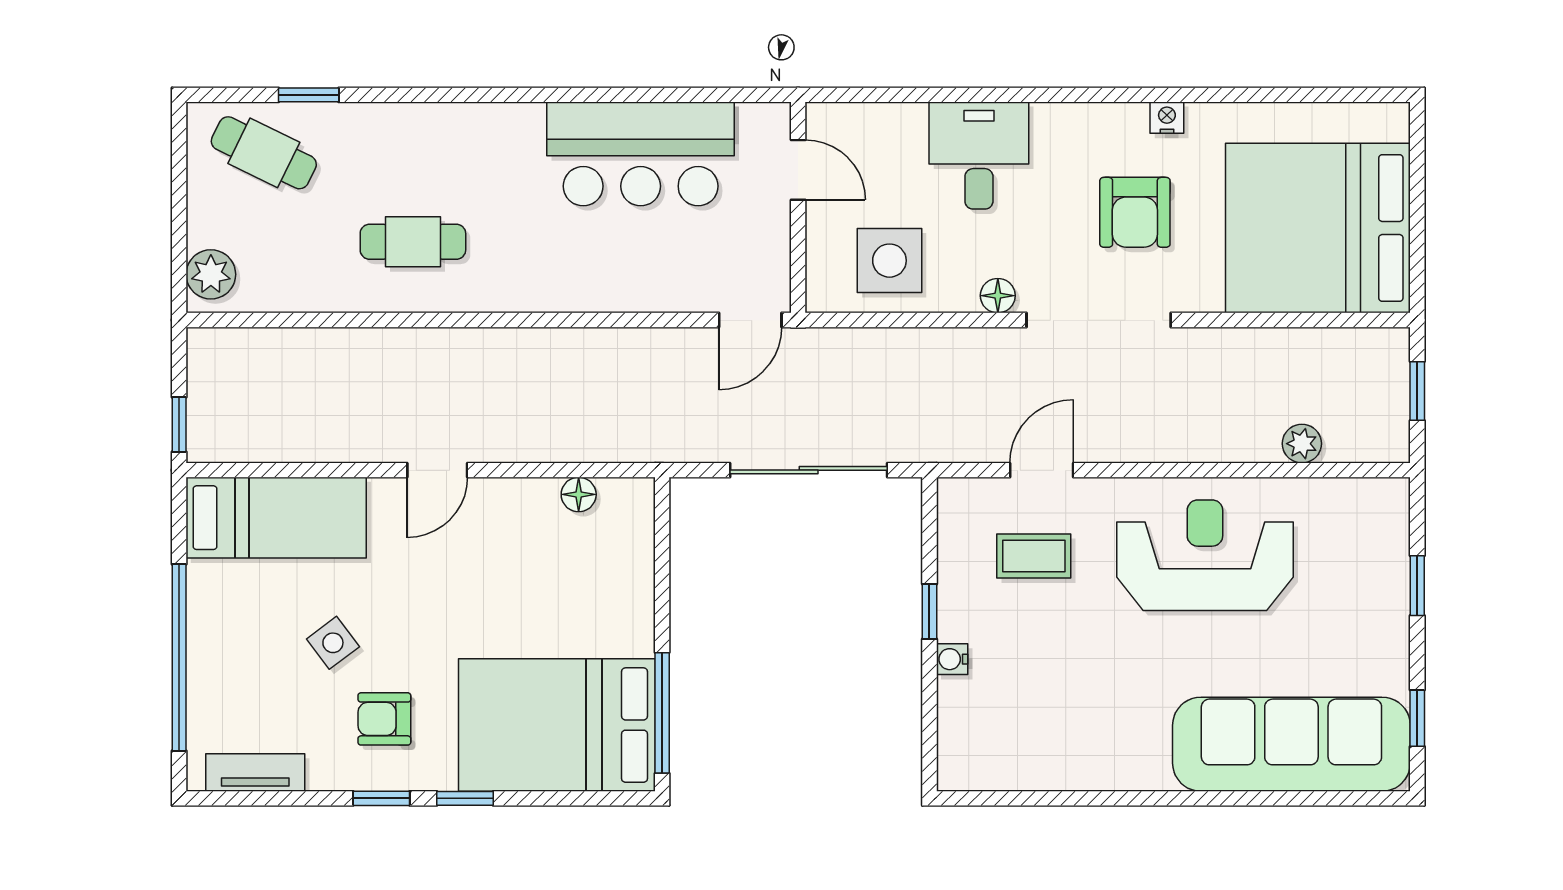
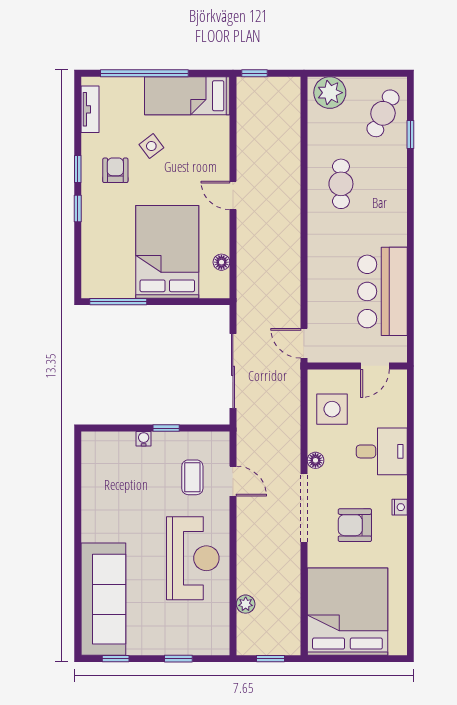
nightstand: (1167, 118) -> (400, 507), moved
plant: (211, 274) -> (330, 93), width x1.36, depth x1.36
bed: (276, 518) -> (187, 96), moved, turned 90
bed: (557, 725) -> (167, 252), moved

